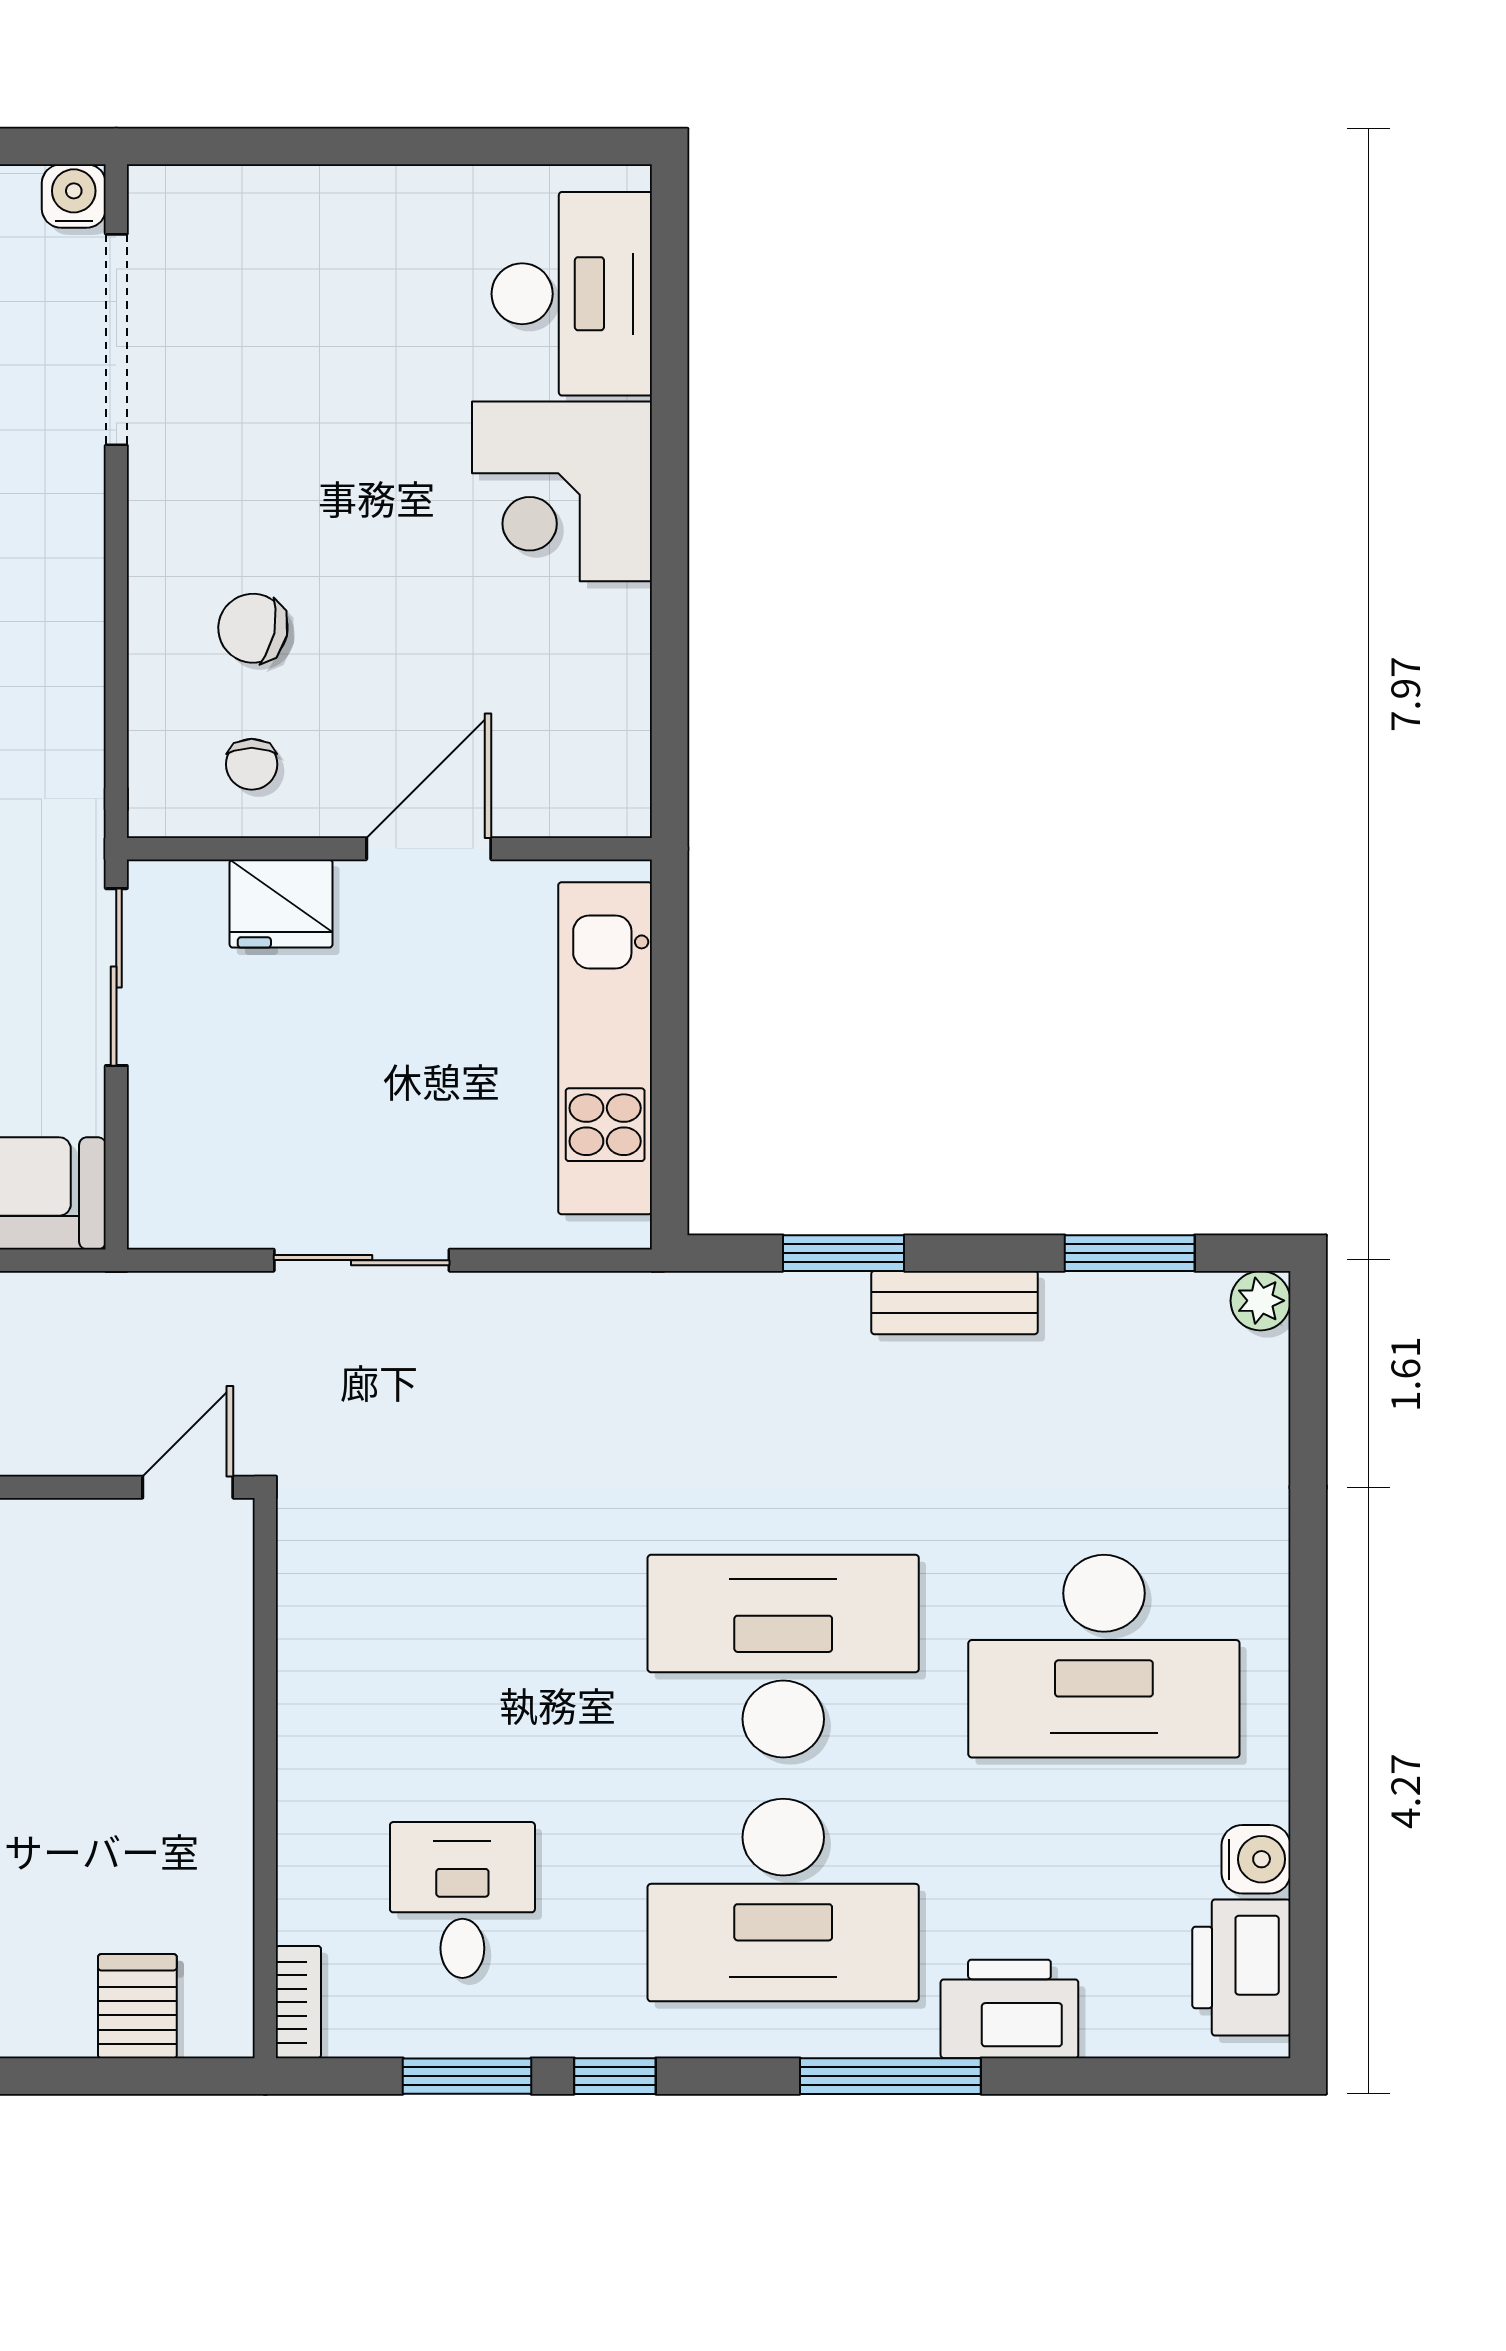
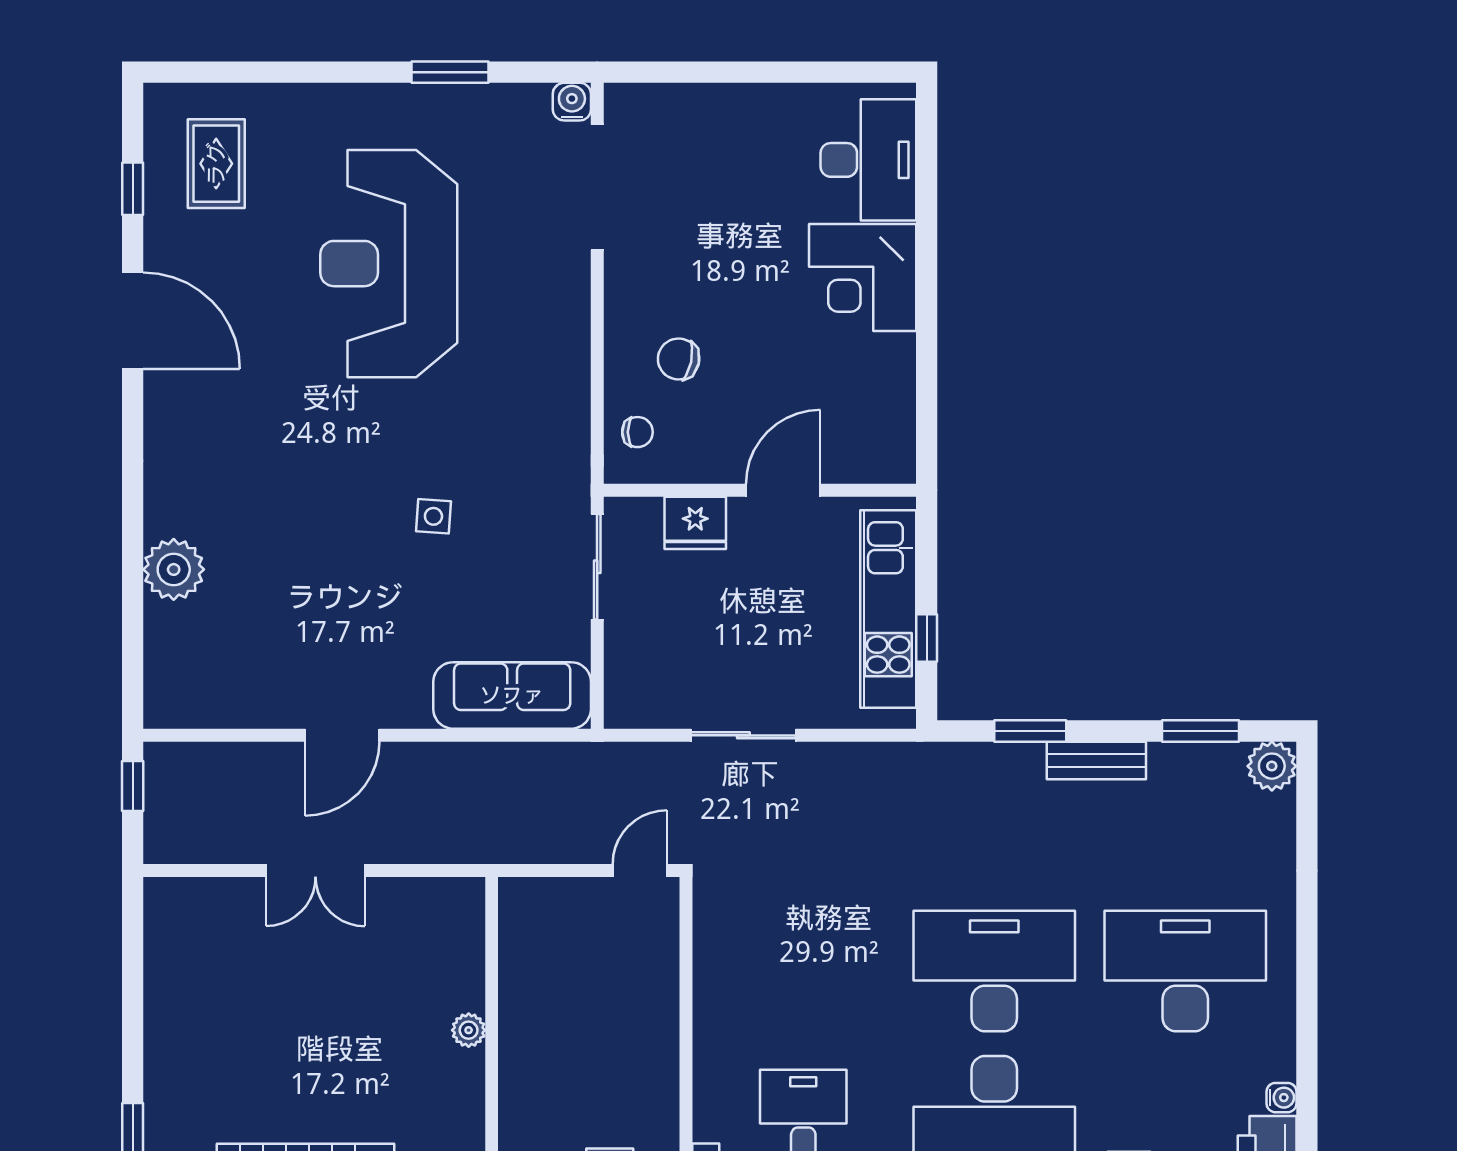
chair: (252, 764) -> (637, 432), moved, turned -90
window: (670, 1097) -> (927, 638), added
plant: (1261, 1301) -> (1272, 766), width x1.38, depth x1.38
desk: (1104, 1656) -> (1185, 971), turned 180
water cooler: (1256, 1859) -> (1281, 1098), width x0.72, depth x0.72

